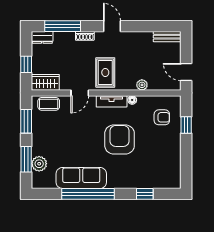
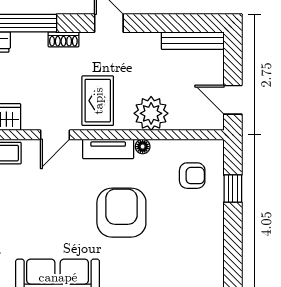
bench: (167, 37) -> (193, 41), width x1.36
plant: (142, 85) -> (151, 113), width x1.88, depth x1.88

